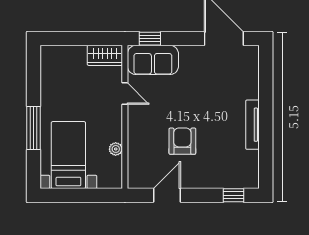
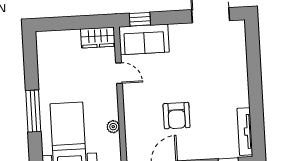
tv unit: (253, 125) -> (245, 132), moved
armchair: (182, 141) -> (177, 116), turned 180

